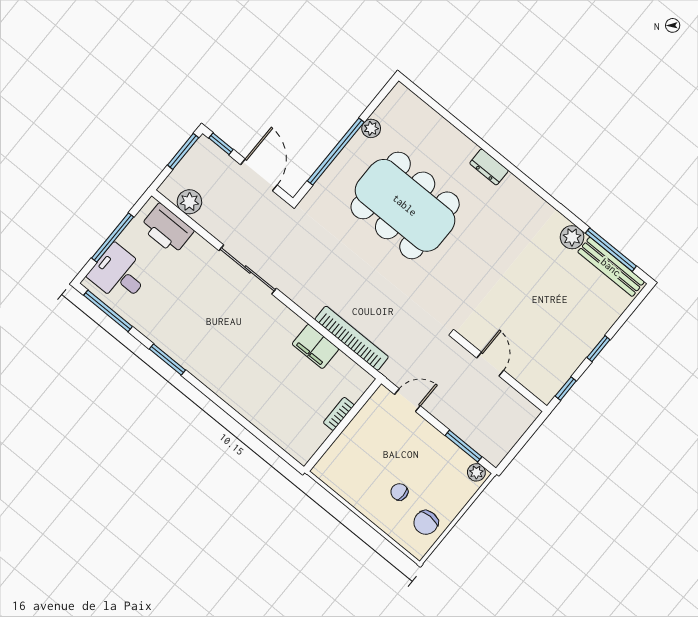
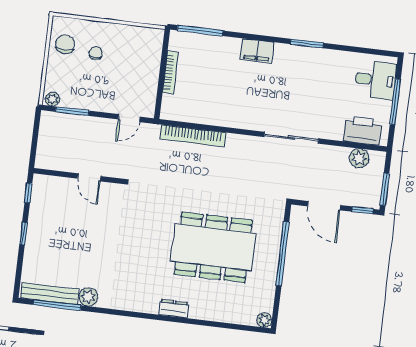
plant: (371, 128) -> (264, 320), moved
window: (108, 311) -> (200, 31), moved
filing cabinet: (315, 346) -> (257, 51), moved, turned 180
bookcase: (339, 414) -> (170, 72), width x1.56
chair: (399, 492) -> (96, 53), turned -90

